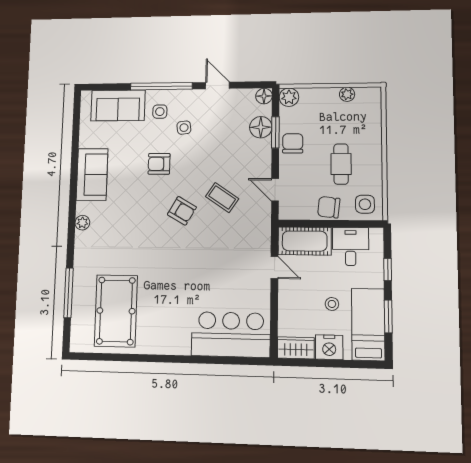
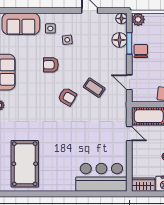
window: (161, 86) -> (51, 11), removed

